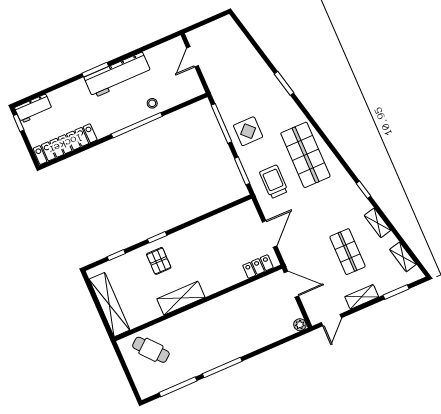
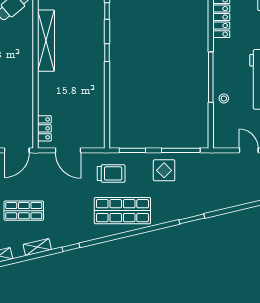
pallet: (159, 261) -> (86, 45), removed
shelving: (181, 298) -> (46, 41), width x1.47

